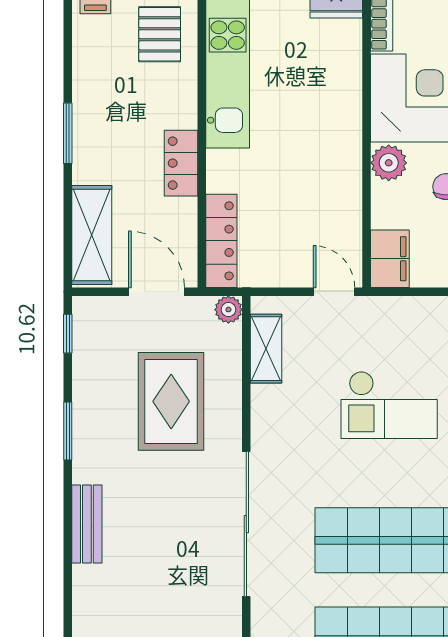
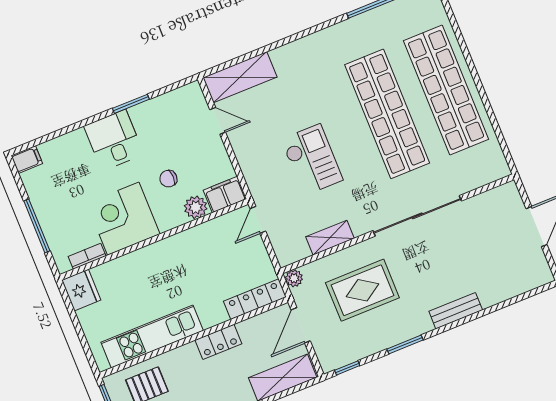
plant: (389, 163) -> (196, 207), moved
shelving: (266, 349) -> (330, 238), moved

